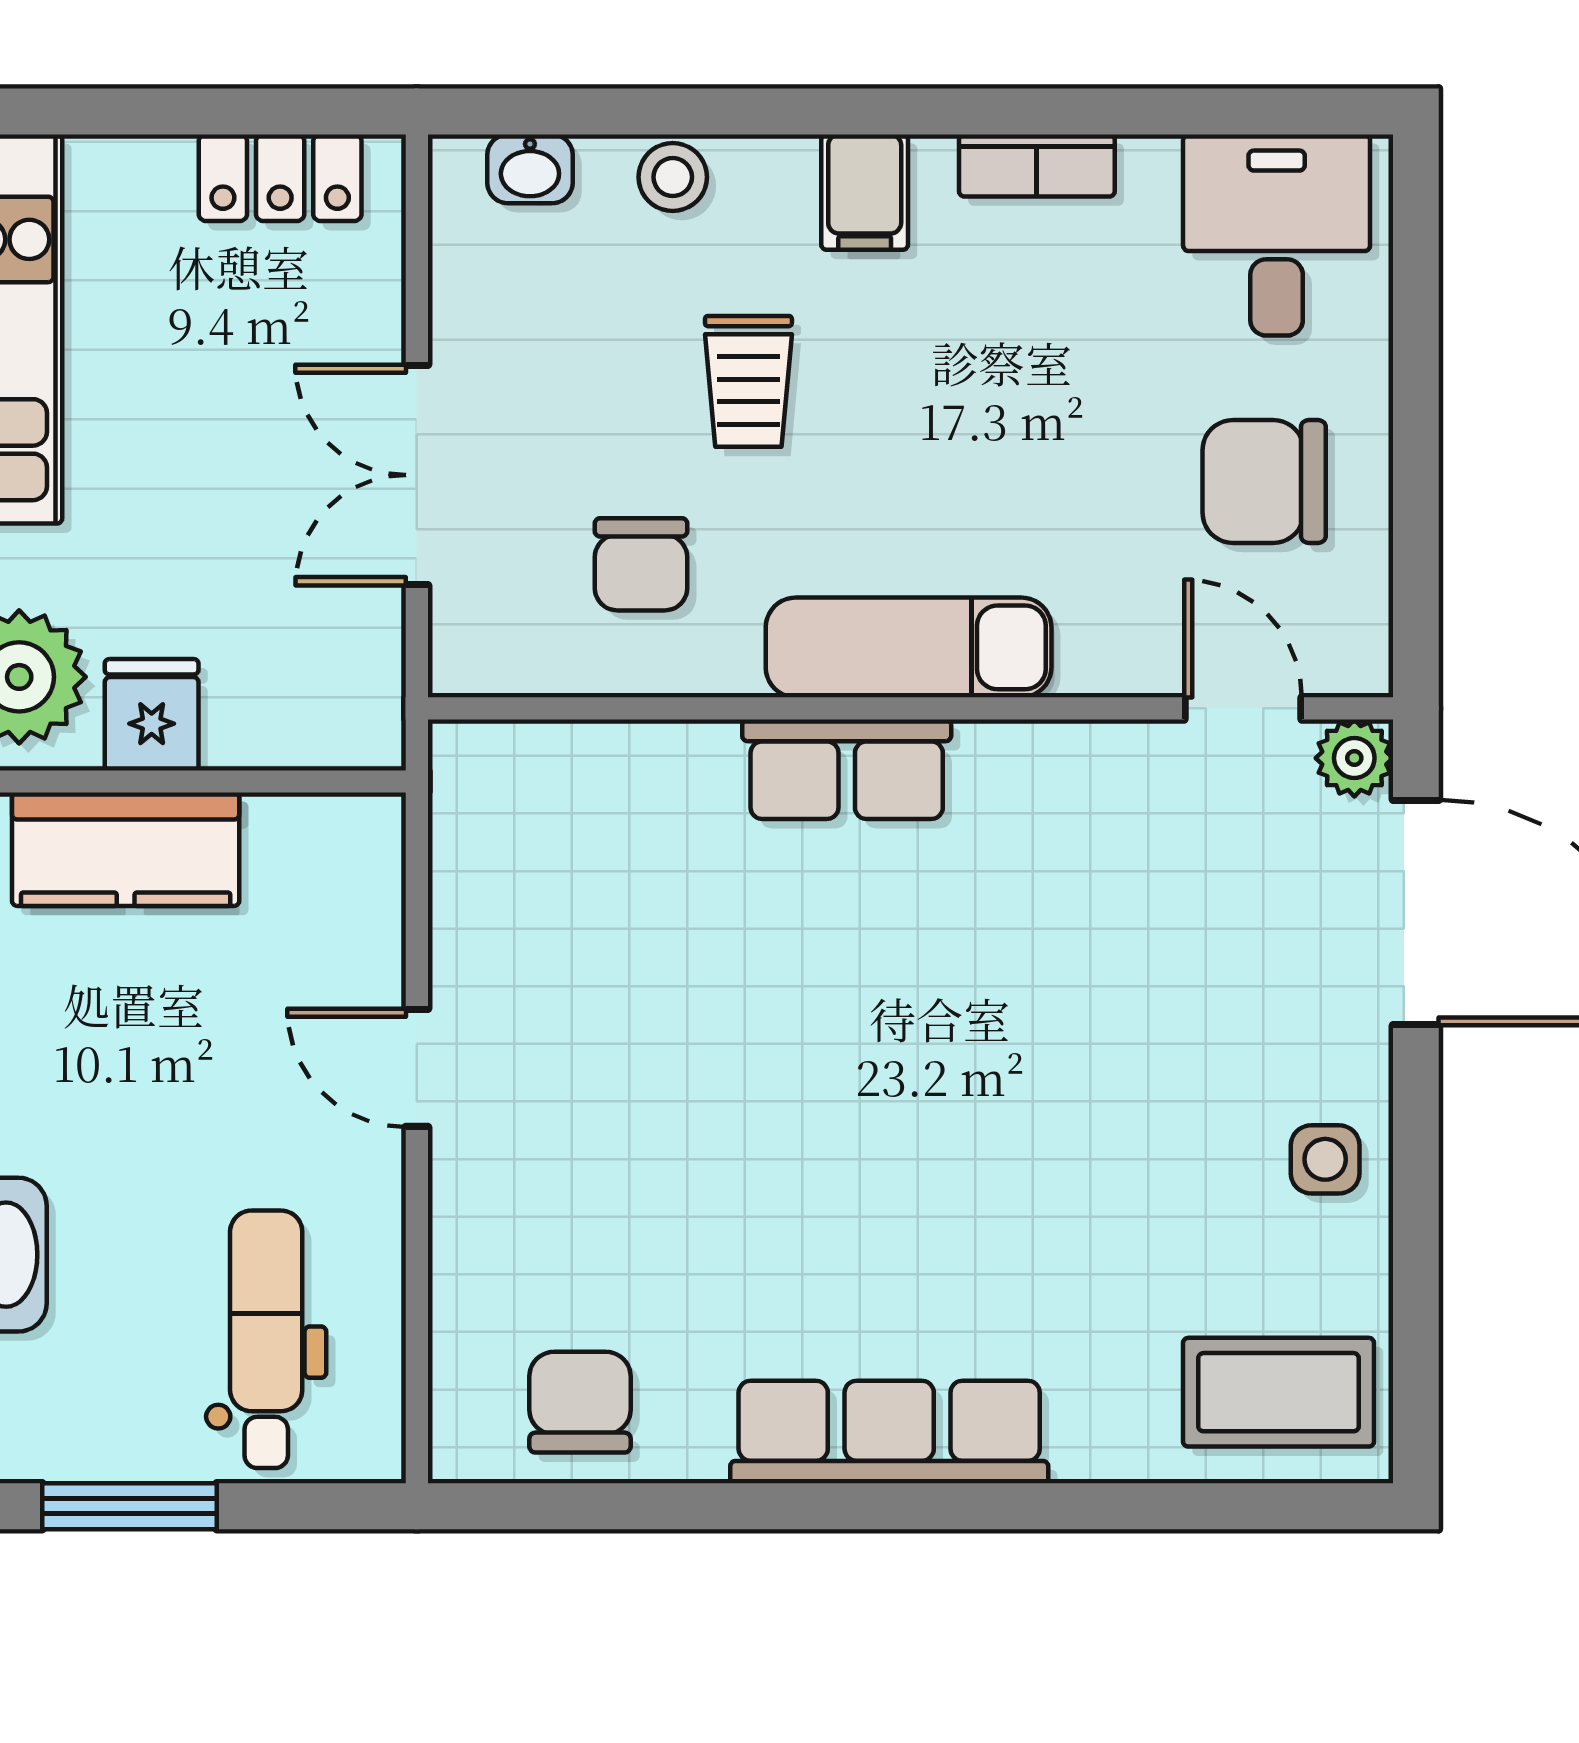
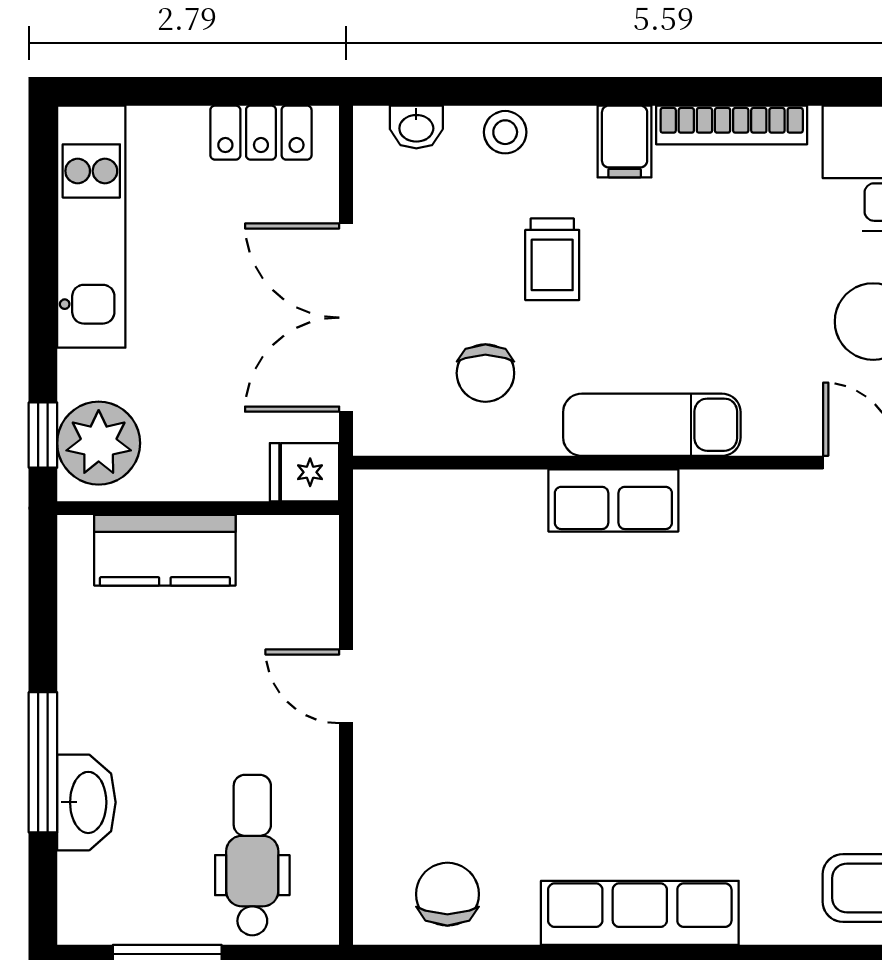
bookcase: (1037, 165) -> (732, 125), width x1.56
double door: (417, 475) -> (346, 318), width x1.37
fridge: (152, 715) -> (304, 472), moved, turned -90

